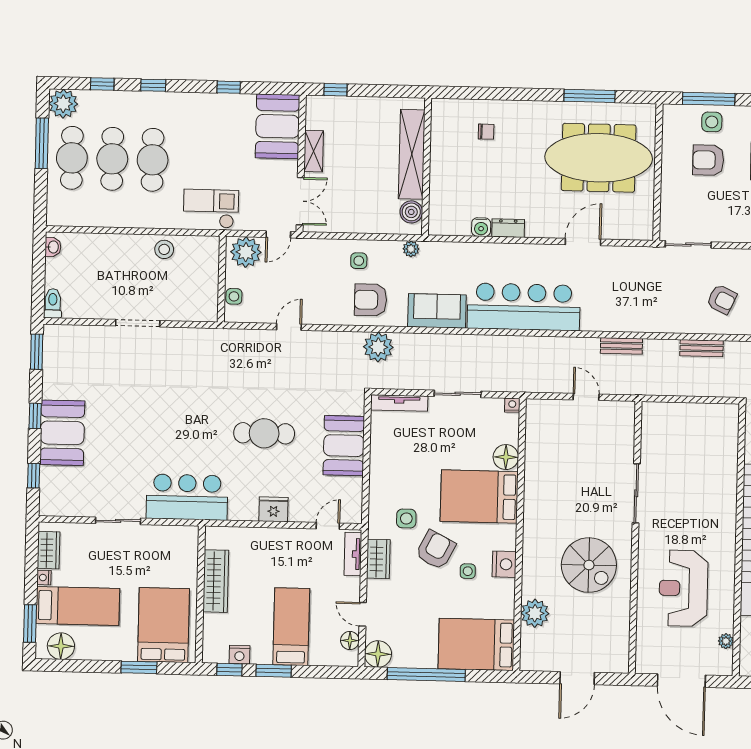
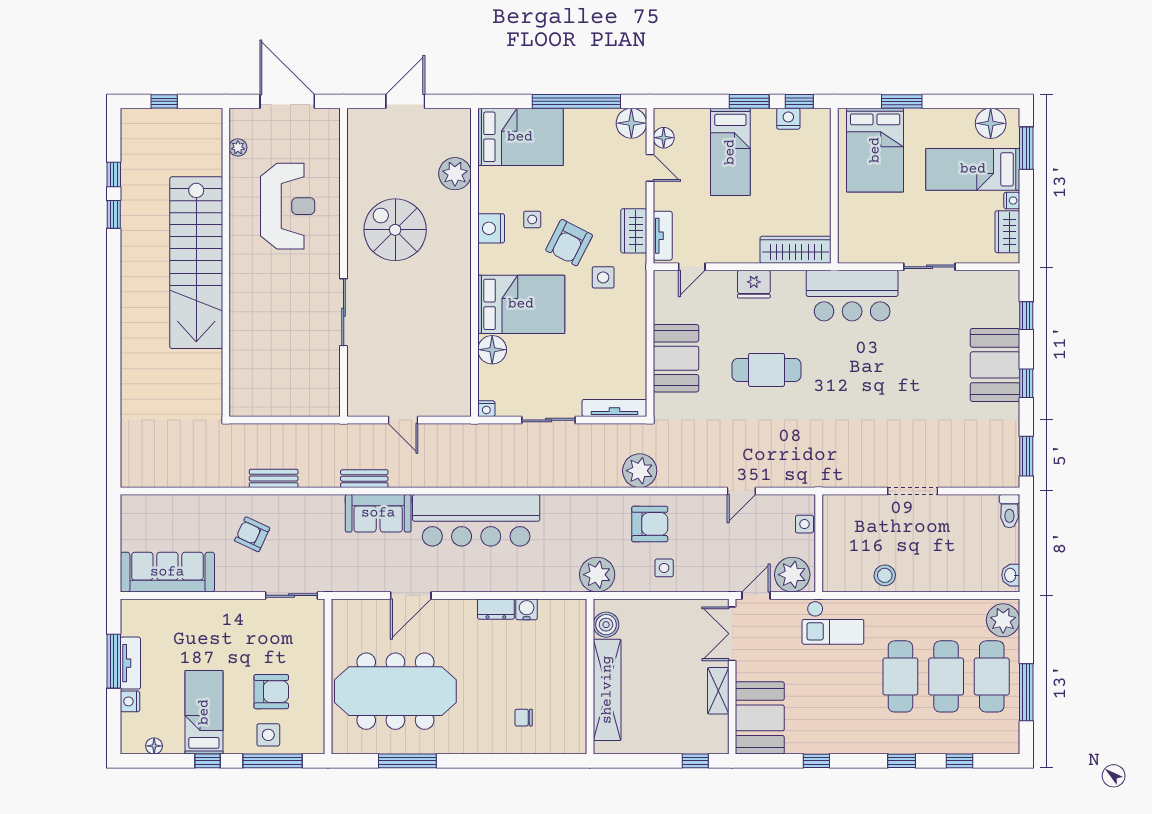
plant: (63, 104) -> (1003, 620), moved
plant: (411, 249) -> (597, 575), width x1.87, depth x1.87
sofa: (437, 311) -> (378, 513), moved
wardrobe: (216, 581) -> (796, 250), moved, turned 90

